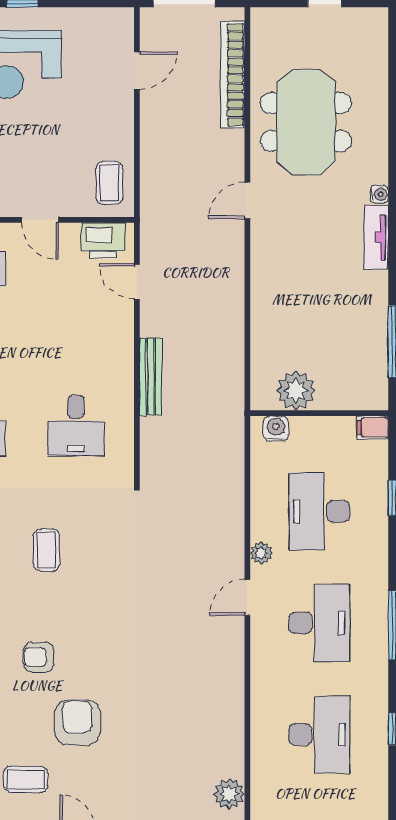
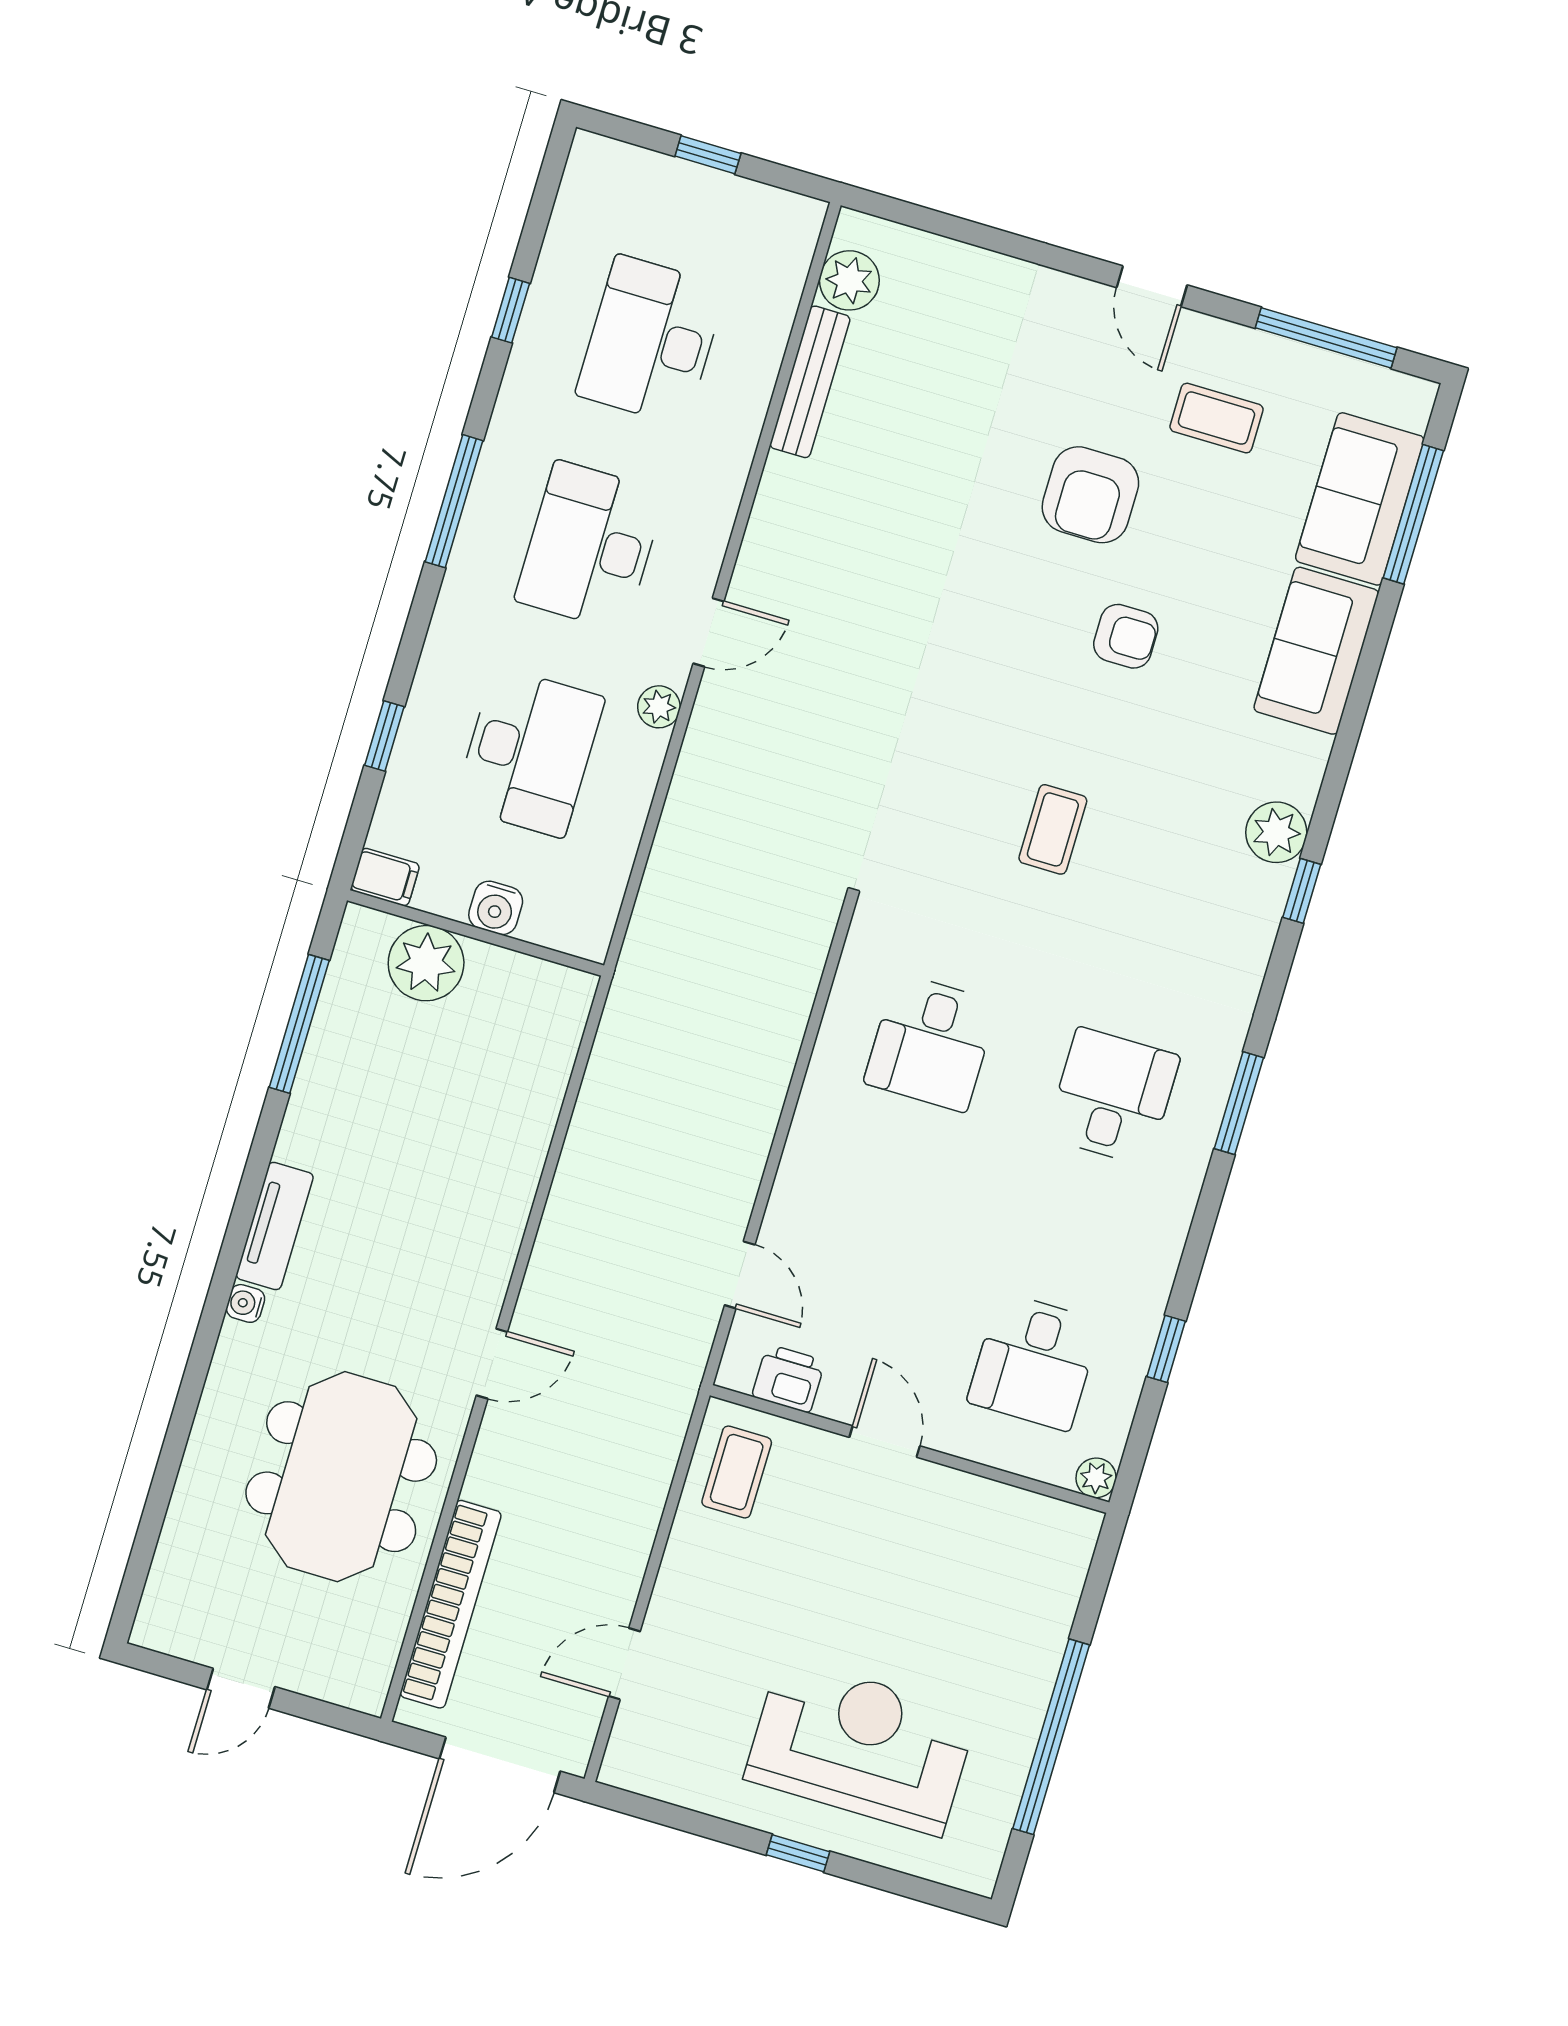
printer: (103, 240) -> (788, 1379), width x0.73, depth x0.81
bench: (151, 377) -> (810, 382), moved
plant: (296, 391) -> (426, 963), moved
desk: (76, 426) -> (931, 1043), turned 180
water cooler: (276, 429) -> (496, 908), moved

